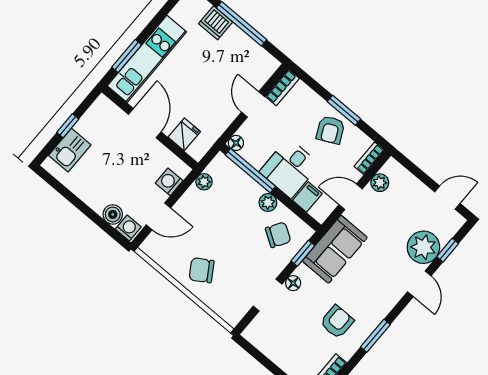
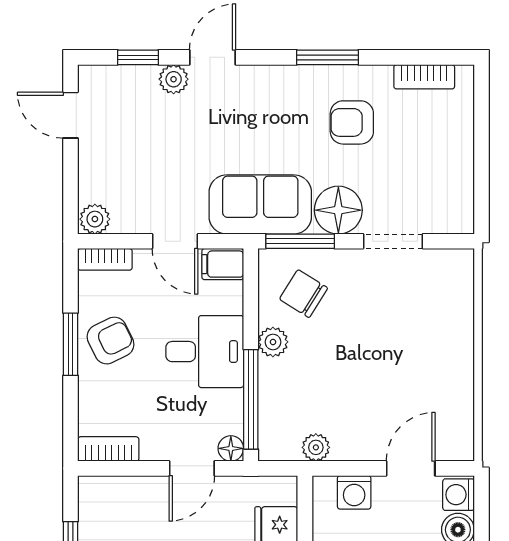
door: (253, 104) -> (192, 468), moved
plant: (380, 183) -> (95, 219), moved
filing cabinet: (307, 197) -> (223, 264), moved
door: (158, 216) -> (411, 468), hinge flipped
plant: (423, 247) -> (174, 79), width x0.53, depth x0.53
window: (303, 253) -> (300, 241), width x1.50
chair: (202, 270) -> (433, 354), removed
floor lamp: (293, 283) -> (338, 210), width x1.89, depth x1.89

